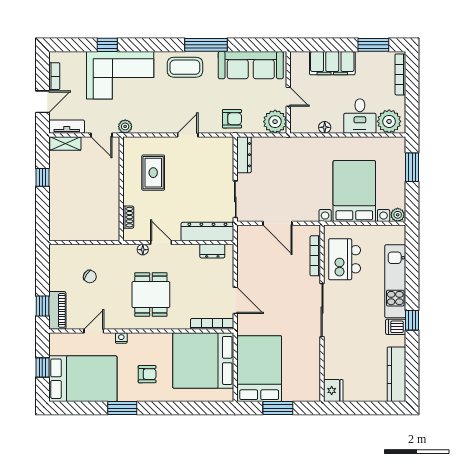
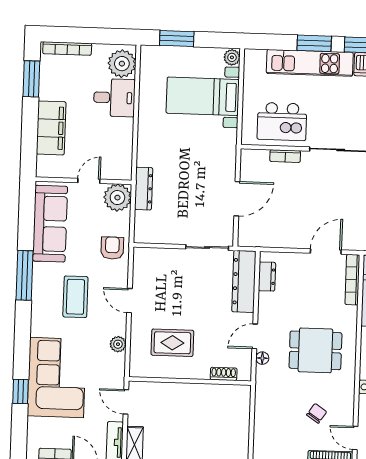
coffee table: (185, 67) -> (75, 297), moved
plant: (125, 126) -> (118, 344), moved
floor lamp: (325, 127) -> (126, 139), removed
door: (102, 135) -> (126, 402), swing flipped
dresser: (244, 155) -> (144, 189), moved, turned 90
bed with nightstands: (354, 191) -> (203, 96), width x0.73
bookcase: (315, 256) -> (285, 156), width x0.64
chair: (90, 277) -> (317, 413), moved
window: (412, 284) -> (314, 43), added
door: (94, 331) -> (355, 438), moved

